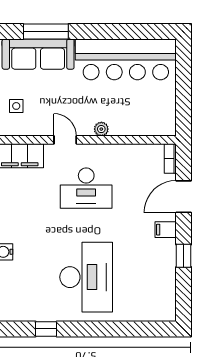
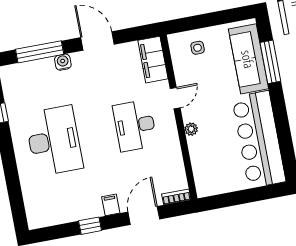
door: (184, 197) -> (144, 216), hinge flipped
desk: (86, 277) -> (54, 141), turned -90

